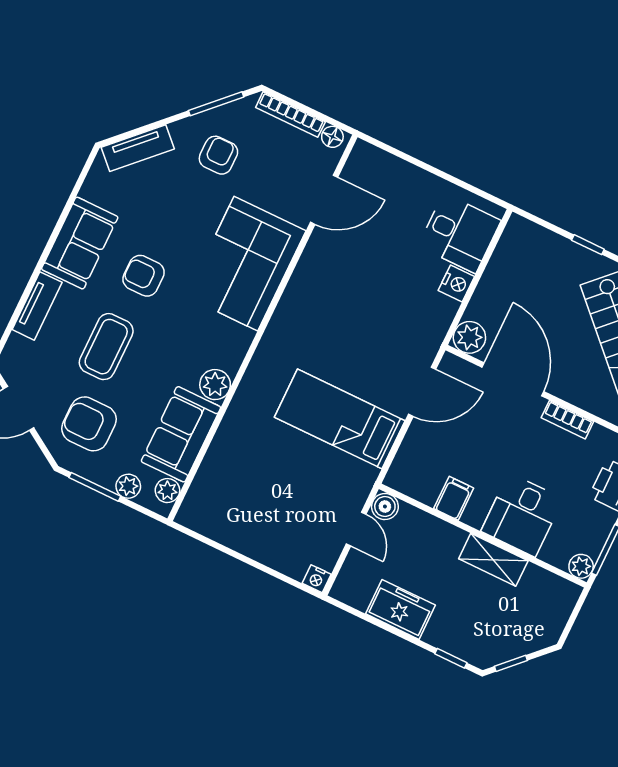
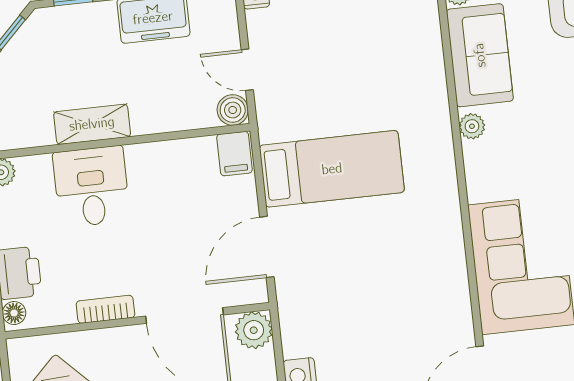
plant: (215, 385) -> (472, 126), width x0.73, depth x0.73
filing cabinet: (454, 498) -> (234, 154), moved

